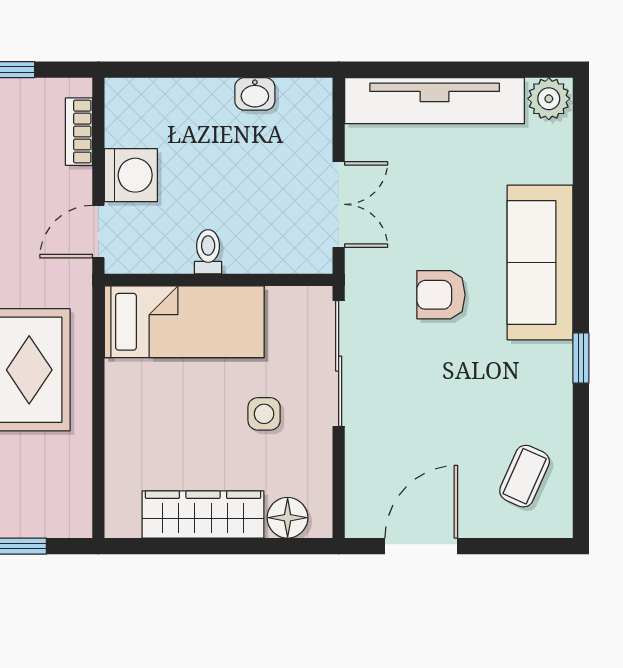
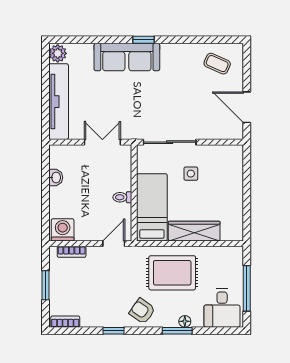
washing machine: (131, 175) -> (63, 230), moved
door: (98, 232) -> (114, 244), swing flipped
armchair: (441, 295) -> (141, 99), removed
window: (581, 358) -> (143, 40), moved
wardrobe: (203, 514) -> (194, 231), moved, turned 90
floor lamp: (288, 518) -> (235, 164), removed

